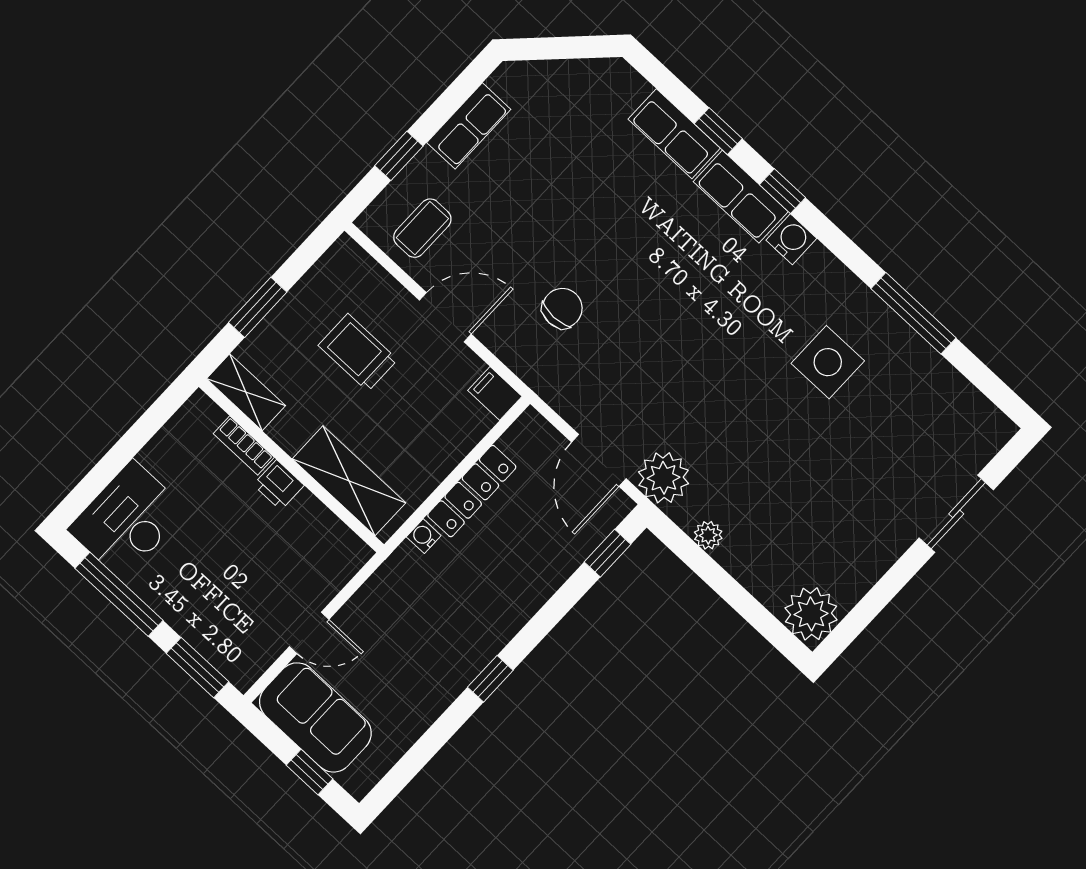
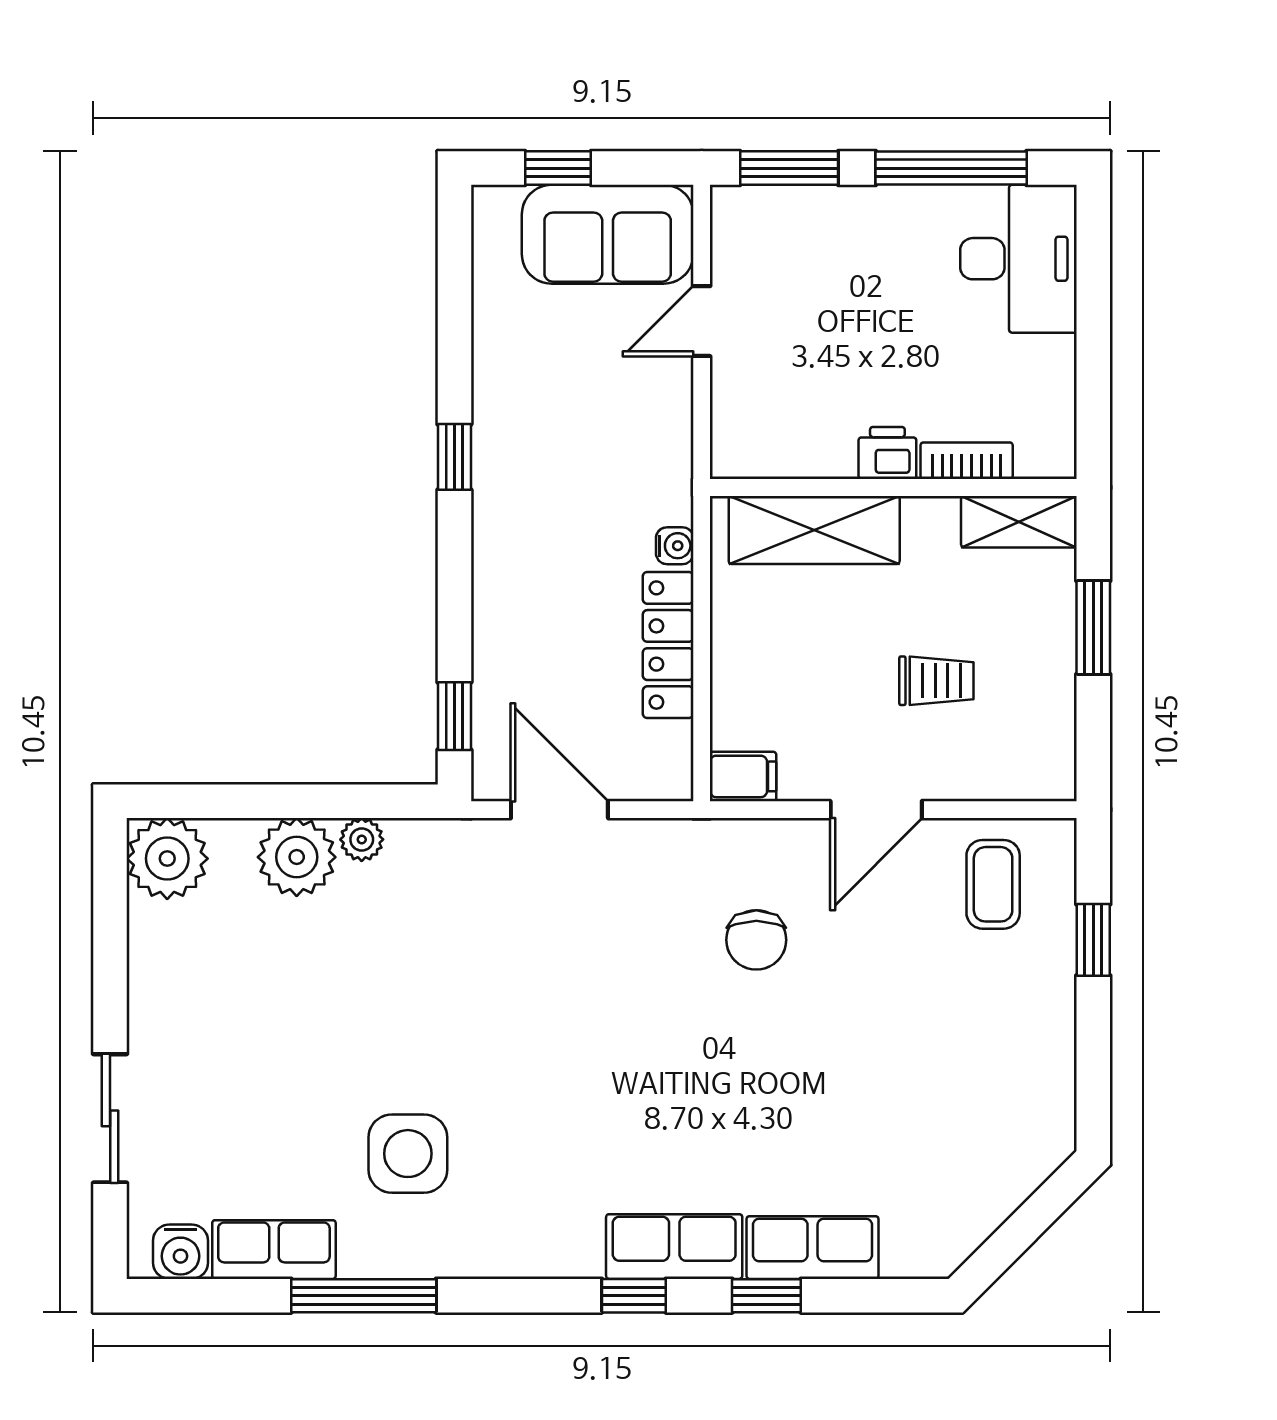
row of seats: (469, 126) -> (274, 1250), moved, turned 90
water cooler: (791, 239) -> (180, 1252), moved
trolley: (358, 352) -> (936, 681), width x0.73, depth x0.72
plant: (664, 478) -> (297, 857), moved

